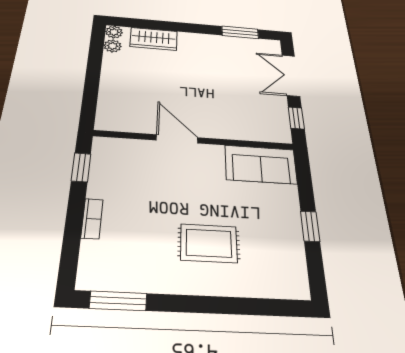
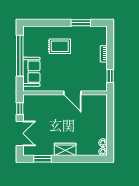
wardrobe: (154, 39) -> (65, 149), moved
sofa: (261, 164) -> (31, 72), moved, turned 90
window: (310, 226) -> (20, 56), width x3.17
window: (118, 301) -> (81, 23), moved

